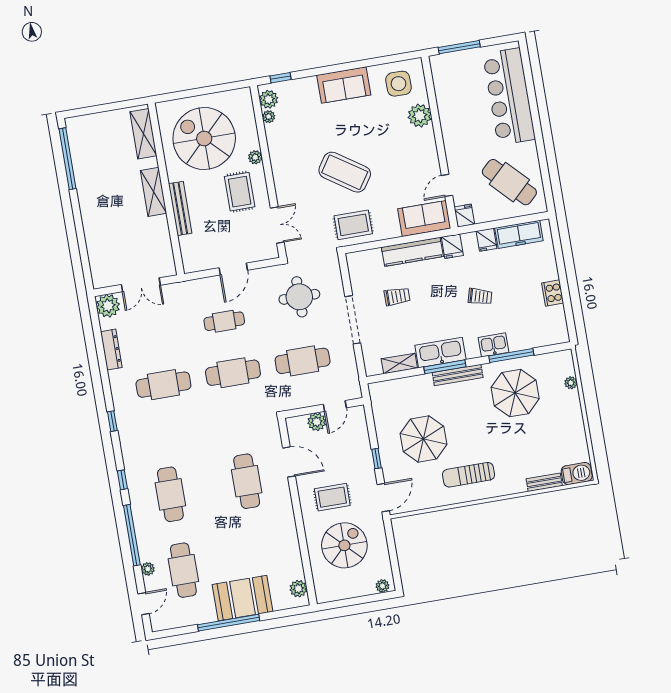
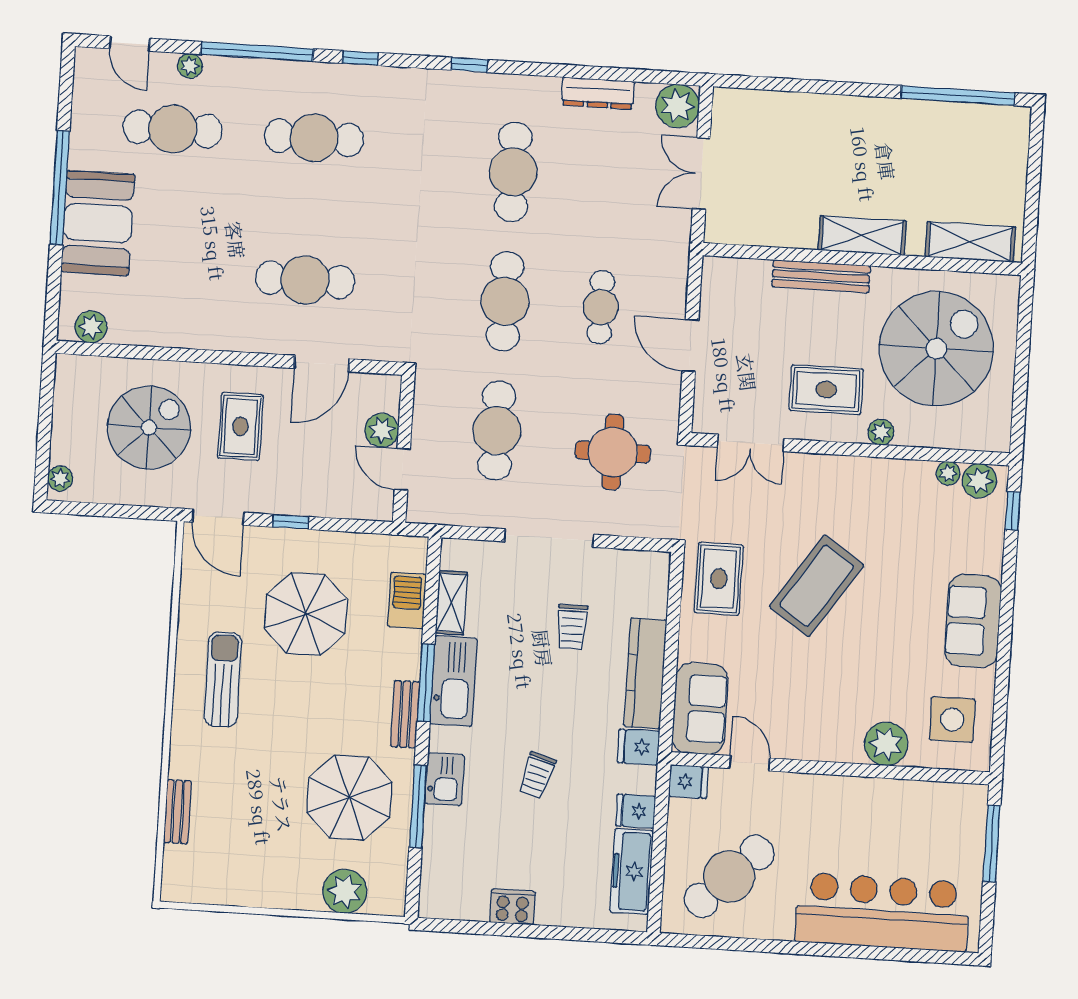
bench: (458, 375) -> (405, 714), width x0.73
plant: (571, 383) -> (345, 891), width x1.88, depth x1.88
barbecue: (577, 474) -> (407, 601), moved, turned 180
spiral stairs: (344, 545) -> (149, 427), turned -90

